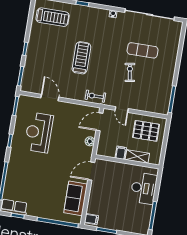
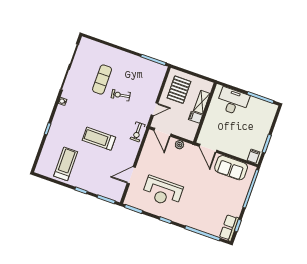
treadmill: (53, 17) -> (66, 164), moved

